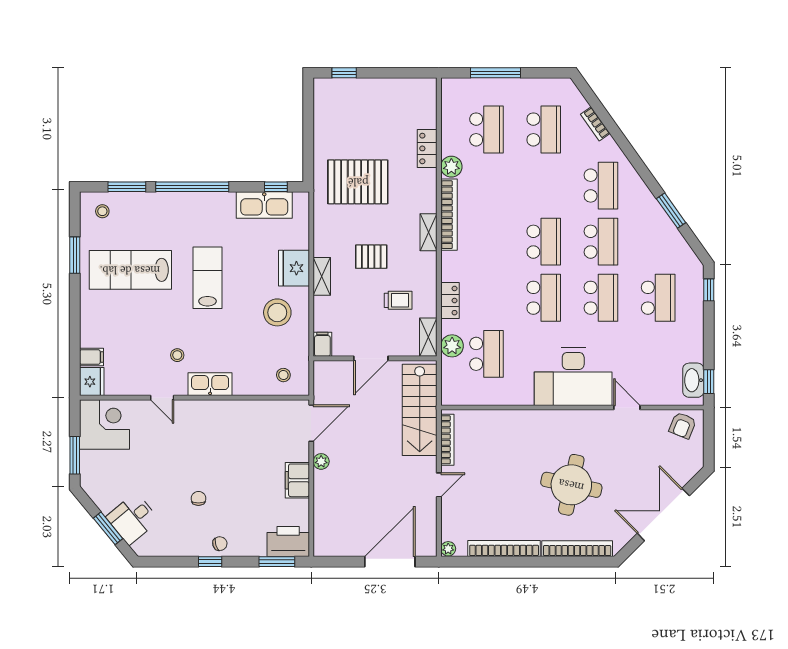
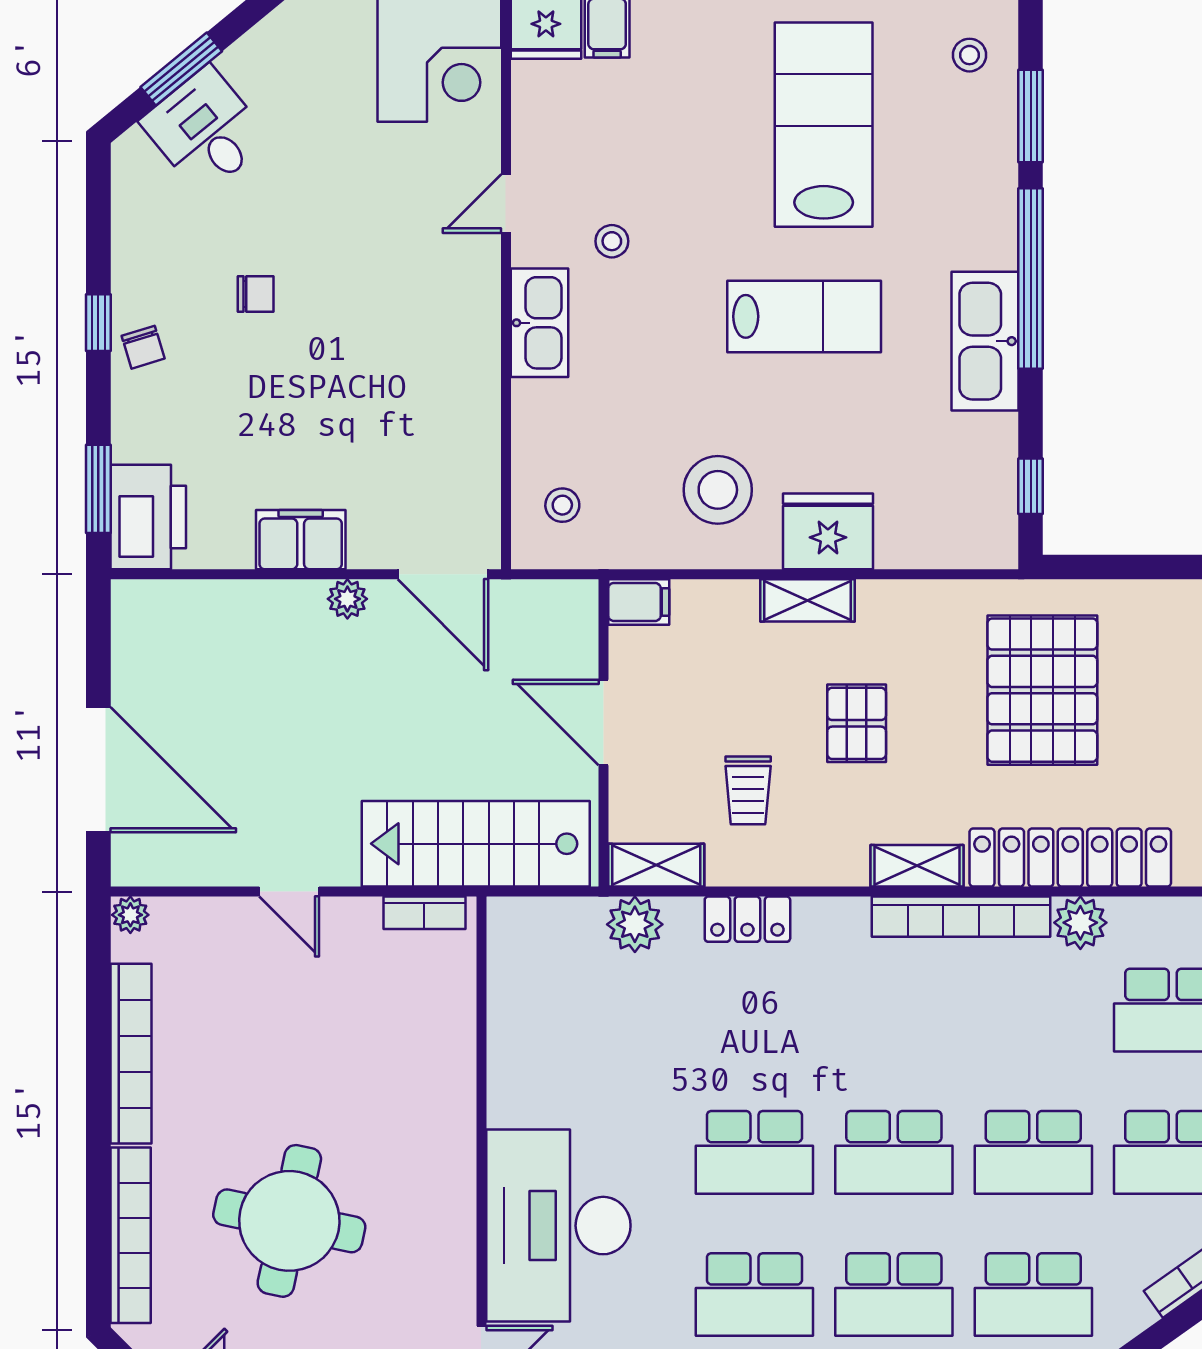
locker: (427, 148) -> (1070, 858), width x2.16, depth x1.21
kitchen sink: (264, 205) -> (985, 341), moved
school desk: (486, 354) -> (1033, 1152), moved
bookcase: (447, 440) -> (424, 913), width x0.64

